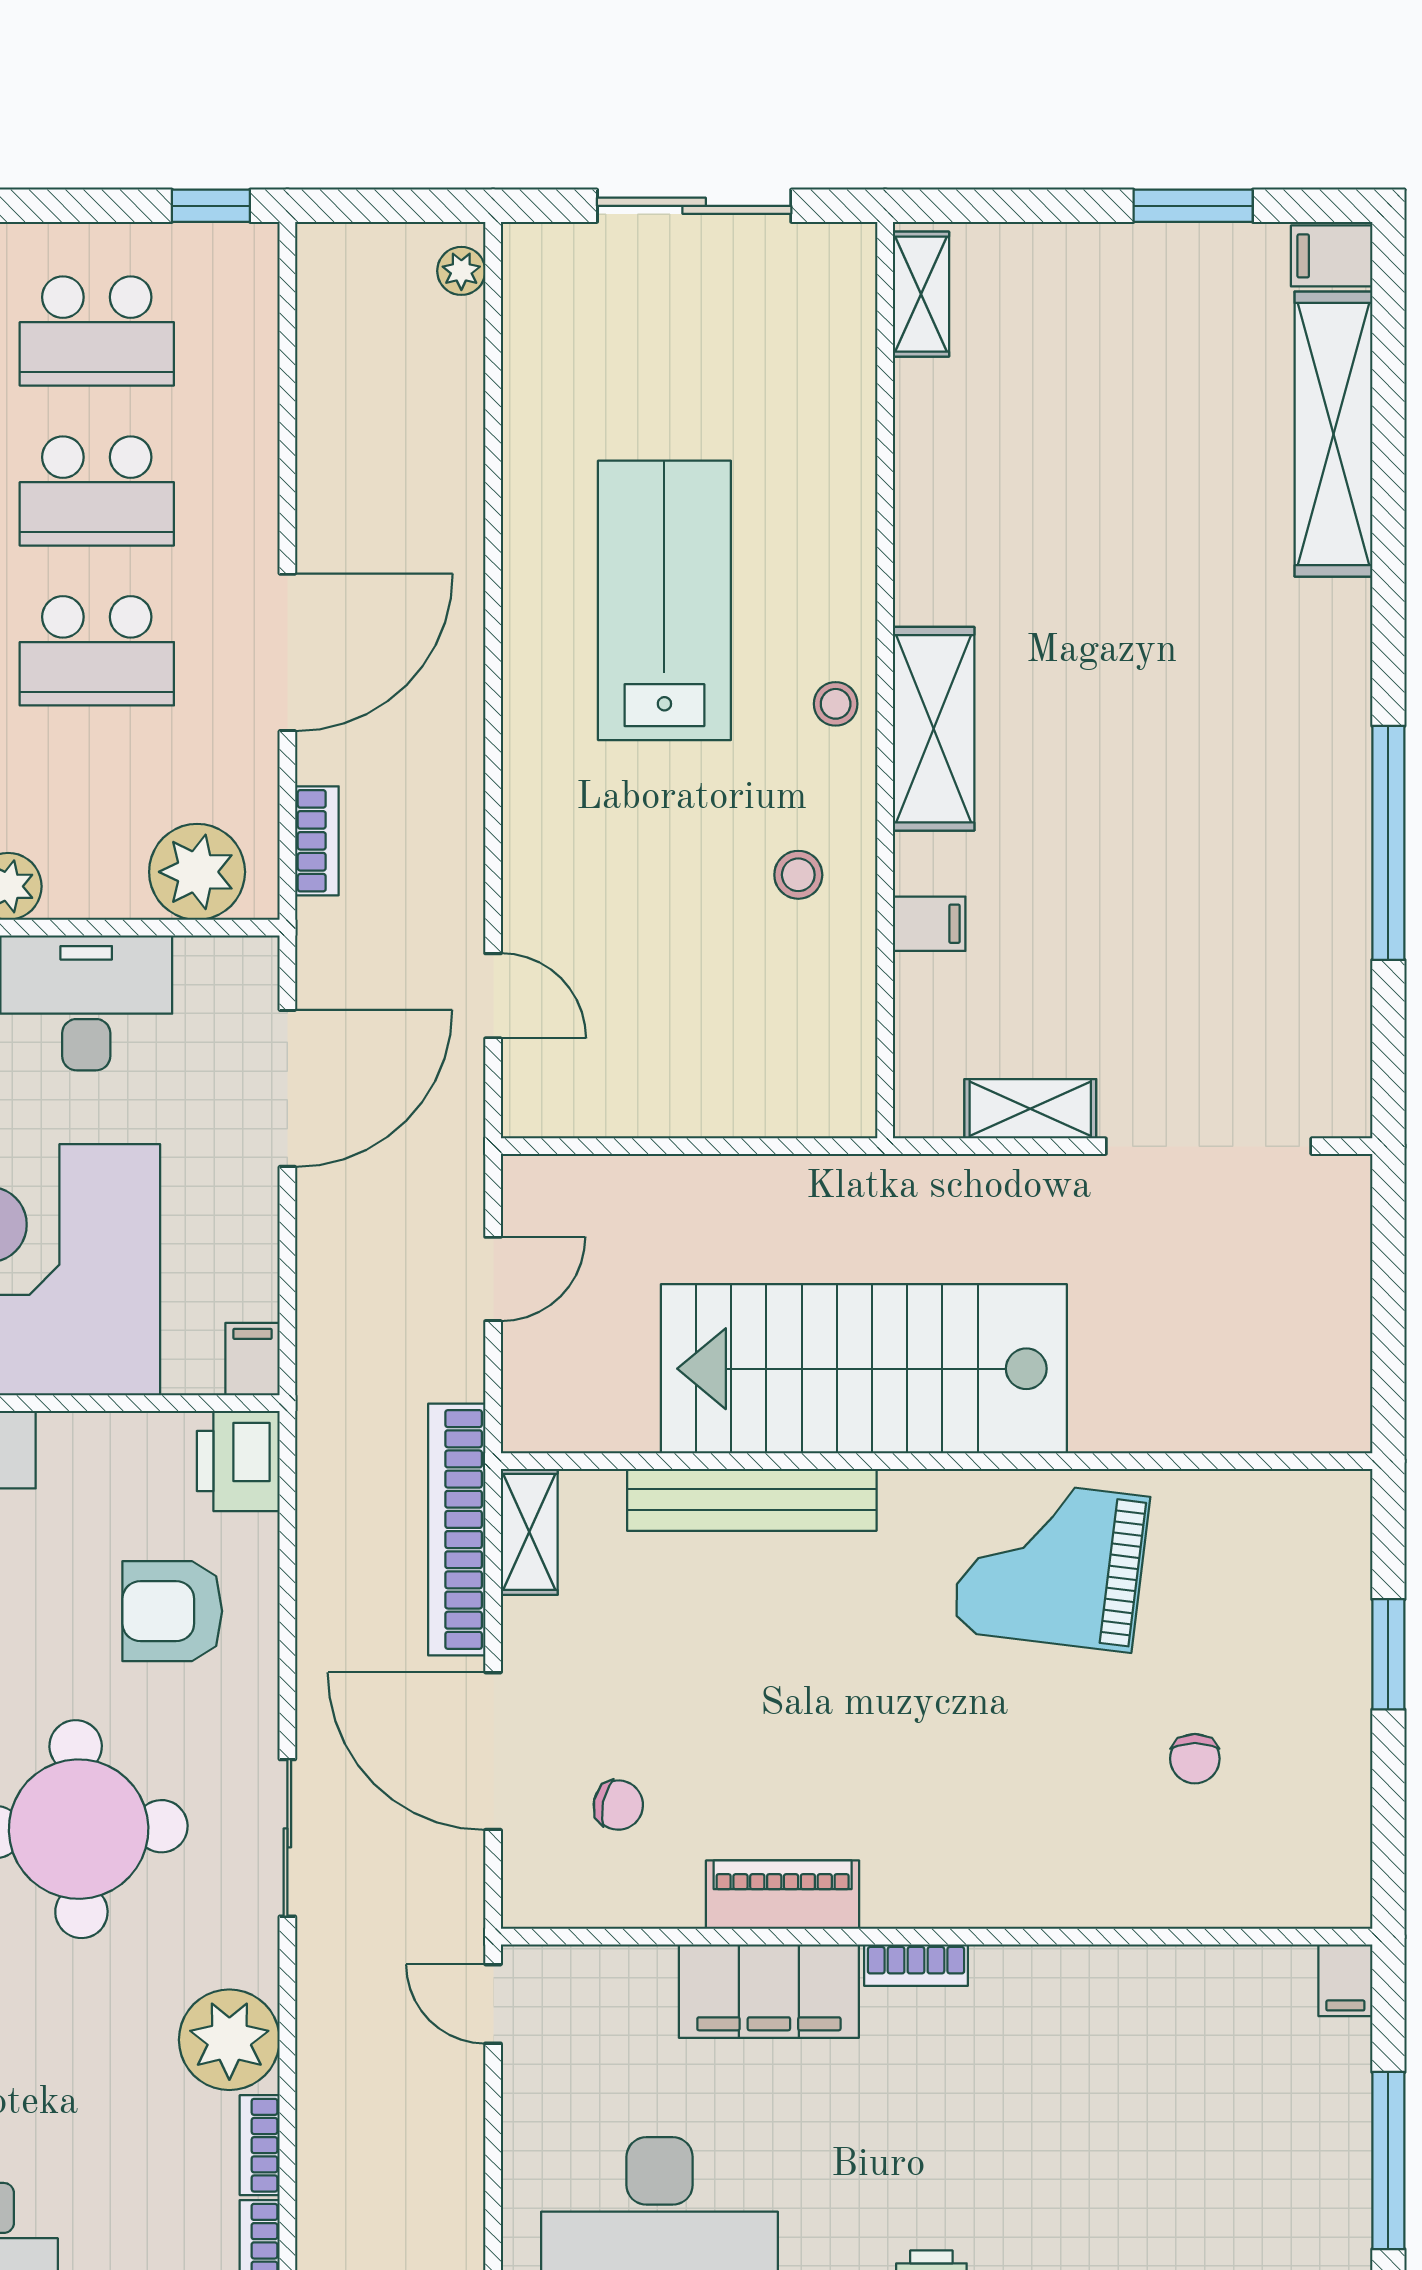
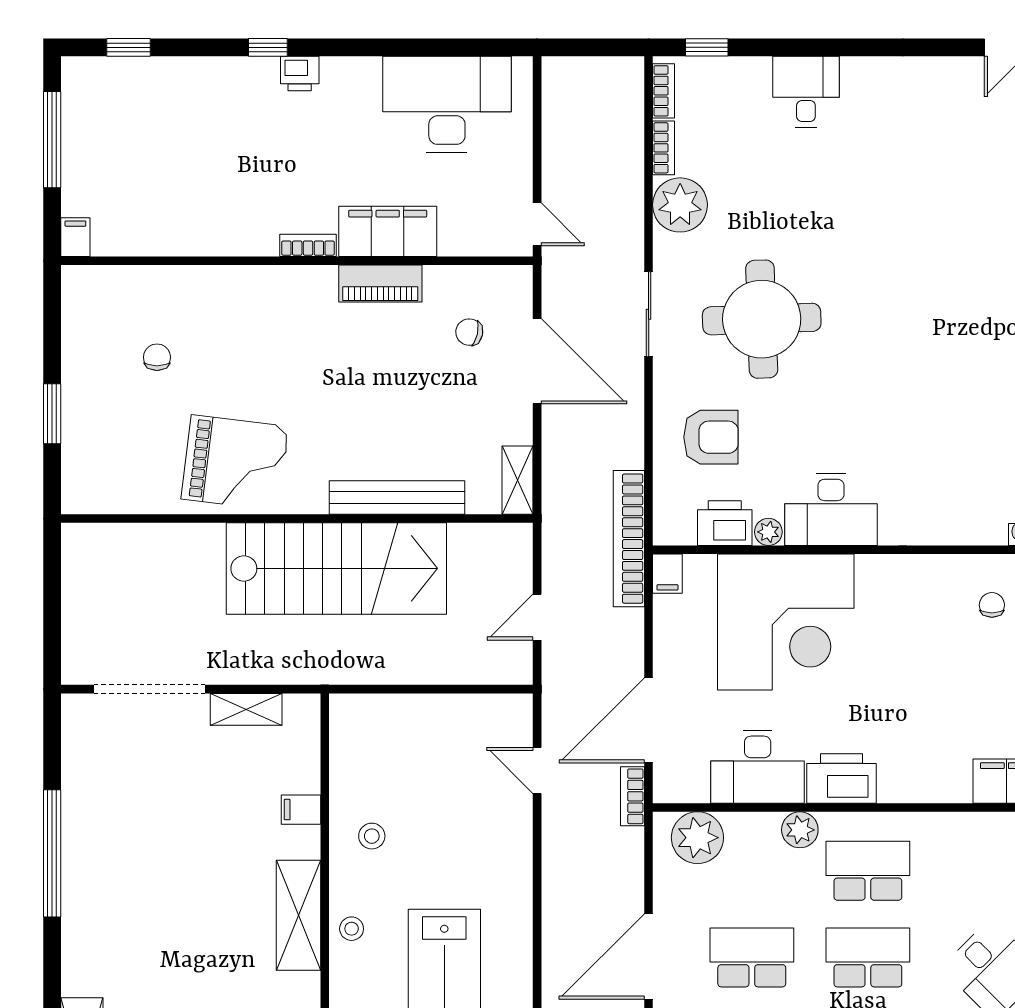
bookcase: (317, 841) -> (633, 796), moved
plant: (66, 1436) -> (768, 532), added
printer: (238, 1461) -> (725, 523), moved, turned -90
bookcase: (457, 1529) -> (629, 539), moved, turned 180

